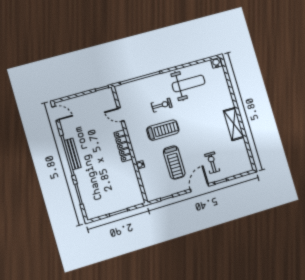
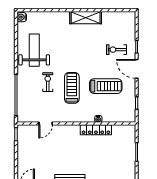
locker: (123, 146) -> (96, 130), moved

